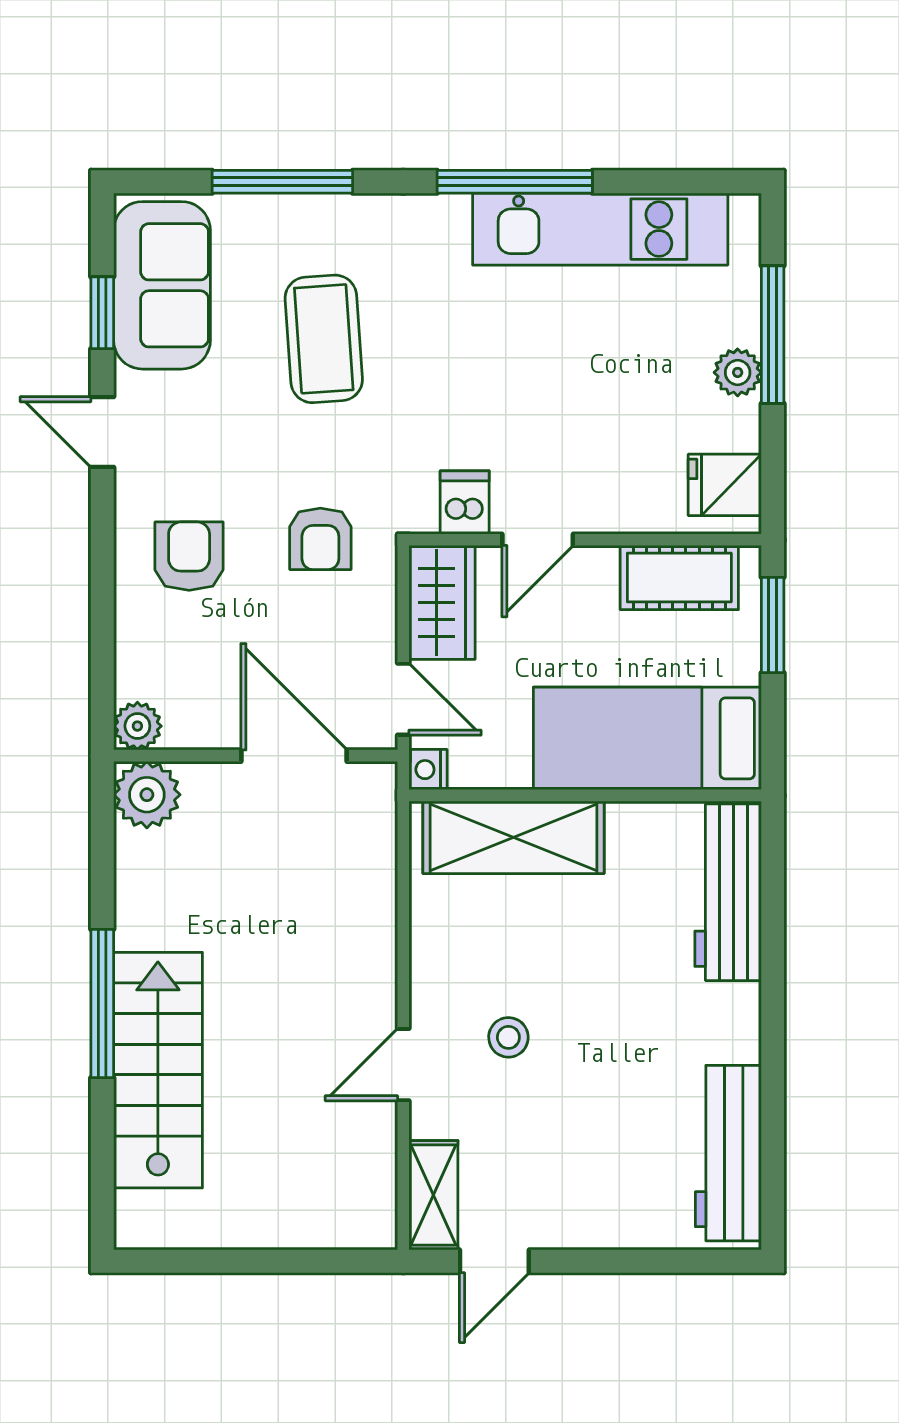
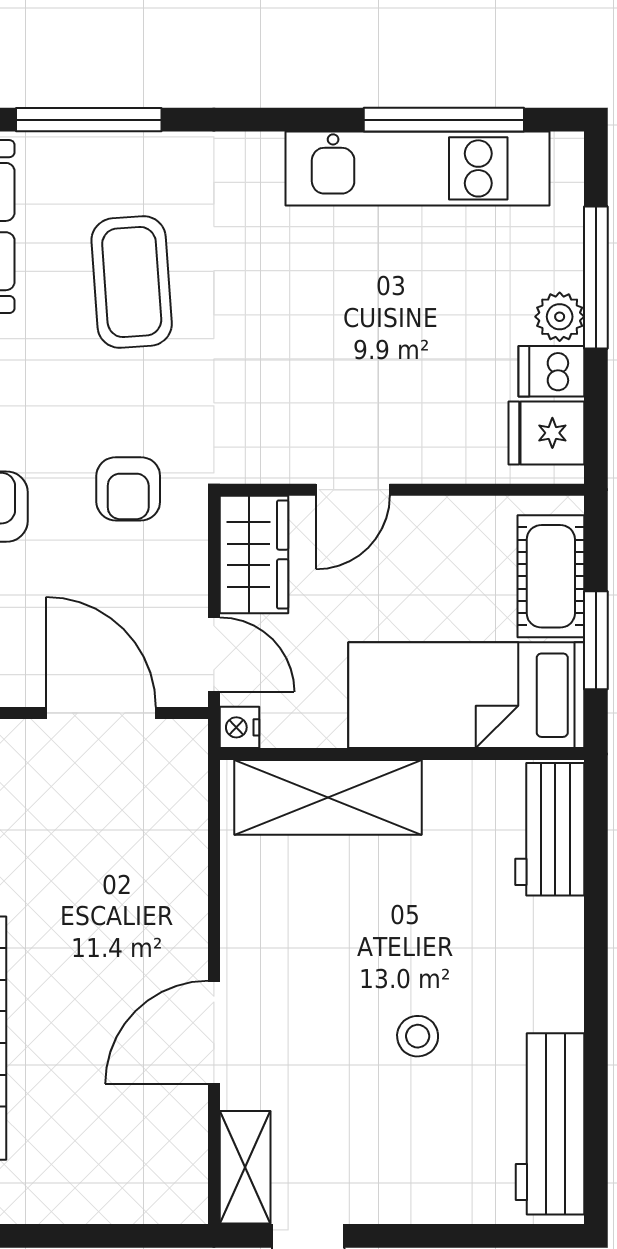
window: (515, 182) -> (444, 120), moved
dishwasher: (465, 502) -> (551, 371), moved, turned -90
cot: (679, 578) -> (551, 576), moved, turned 90
window: (773, 625) -> (596, 640), moved
workbench: (728, 892) -> (550, 829), width x0.73
stool: (508, 1037) -> (418, 1036), moved
door: (403, 1065) -> (214, 1032), width x1.38

